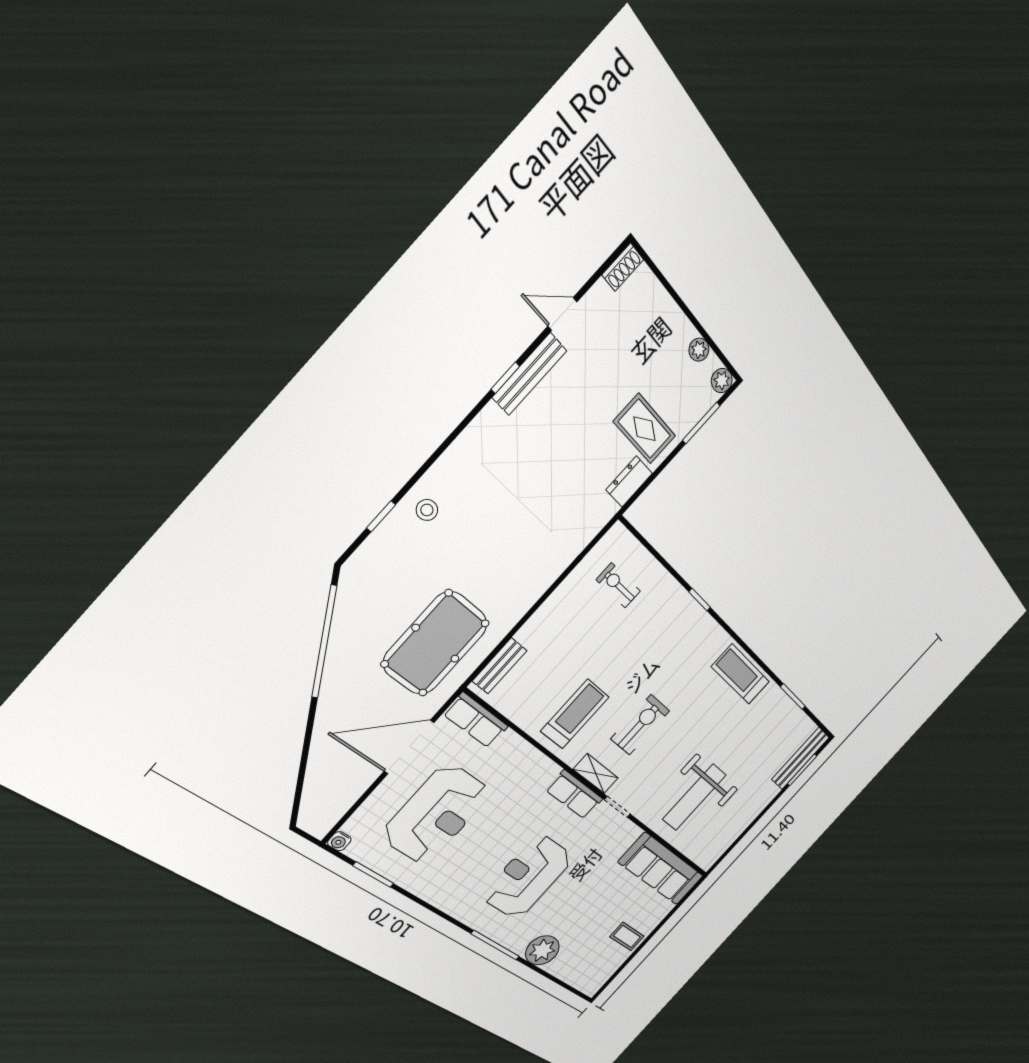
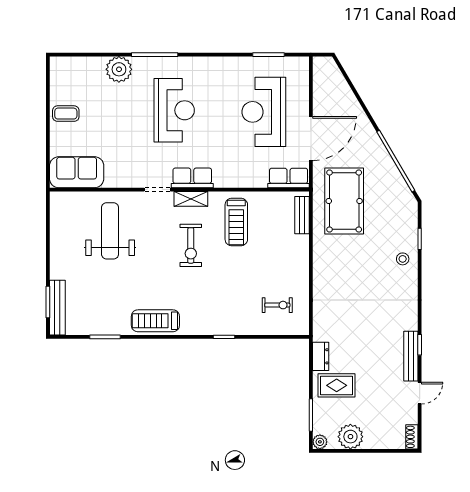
plant: (699, 350) -> (350, 437), width x1.87, depth x1.87
treadmill: (741, 674) -> (155, 321), turned 180
water cooler: (339, 841) -> (303, 62), removed
sofa: (661, 869) -> (77, 172), width x0.73

